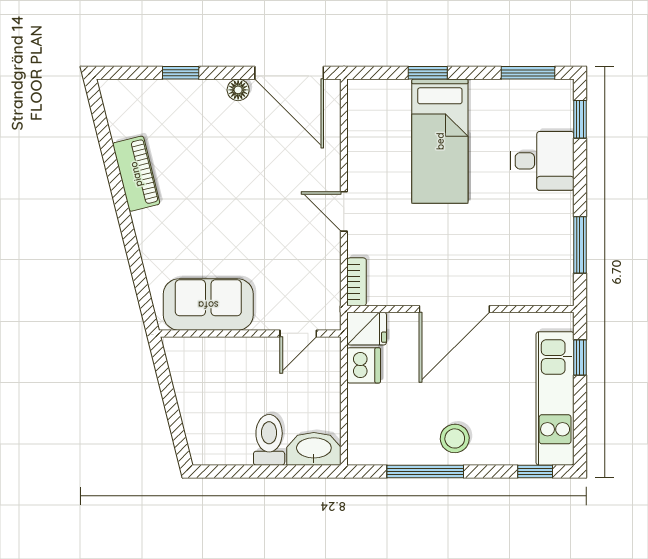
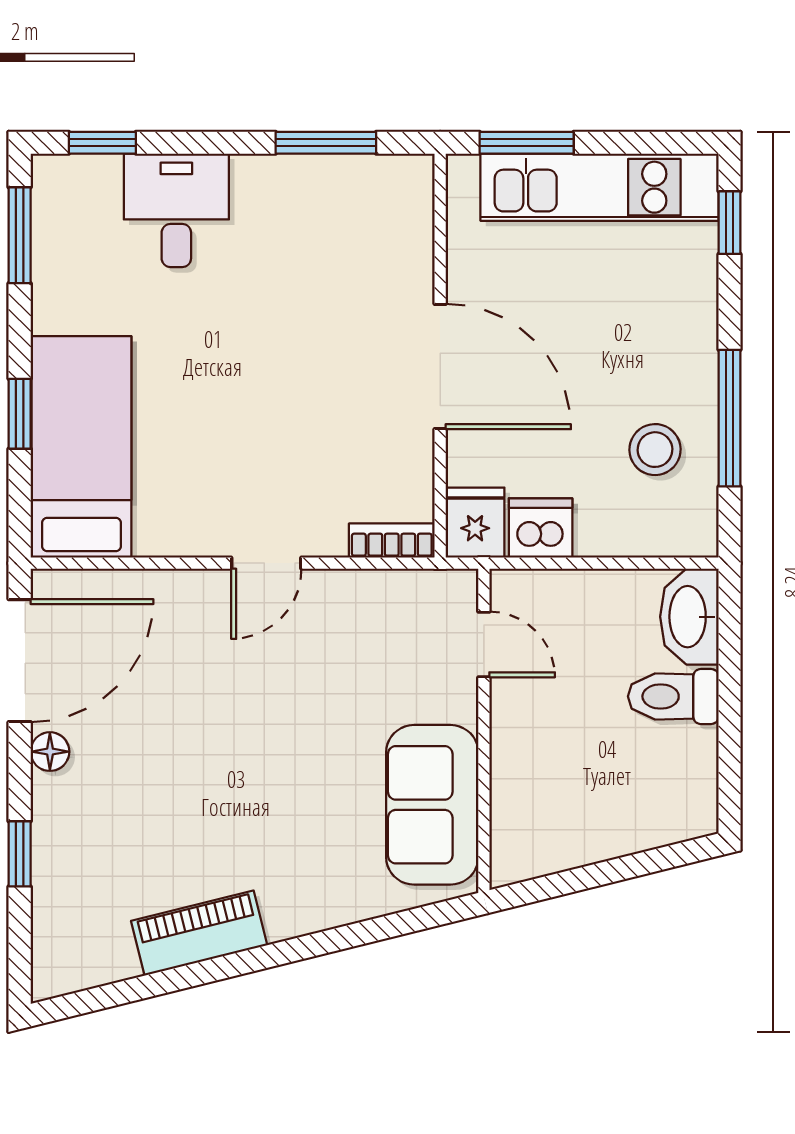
bed: (440, 141) -> (81, 447), moved, turned -90
window: (580, 358) -> (527, 143), width x1.50
stool: (455, 438) -> (655, 450), moved

